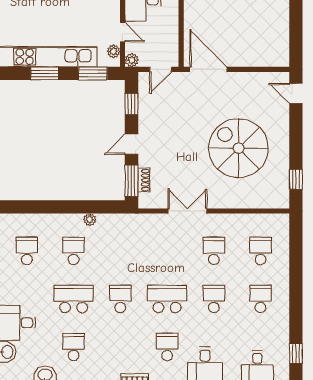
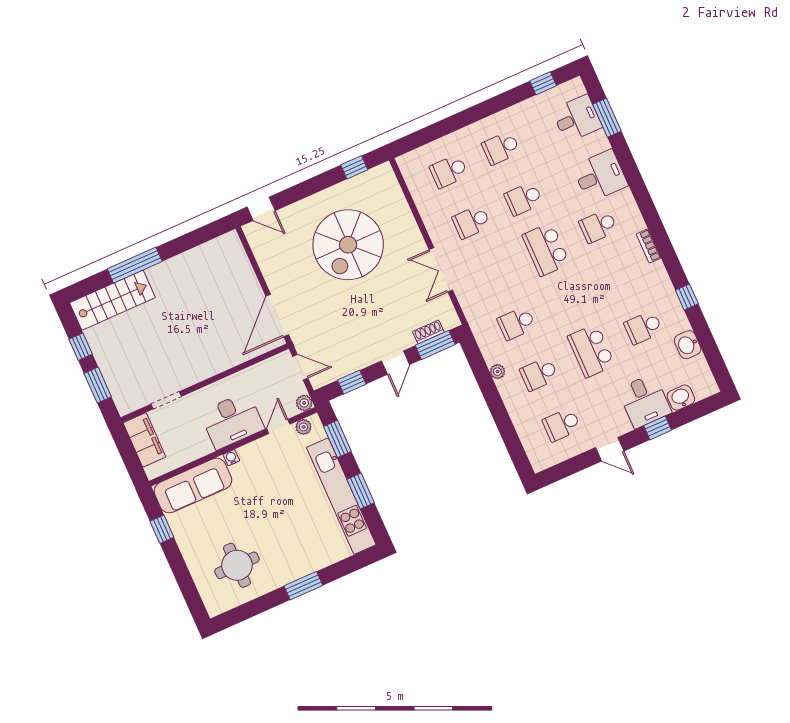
door: (296, 94) -> (261, 209), hinge flipped
door: (131, 144) -> (395, 363), hinge flipped
school desk: (120, 299) -> (517, 323), moved

